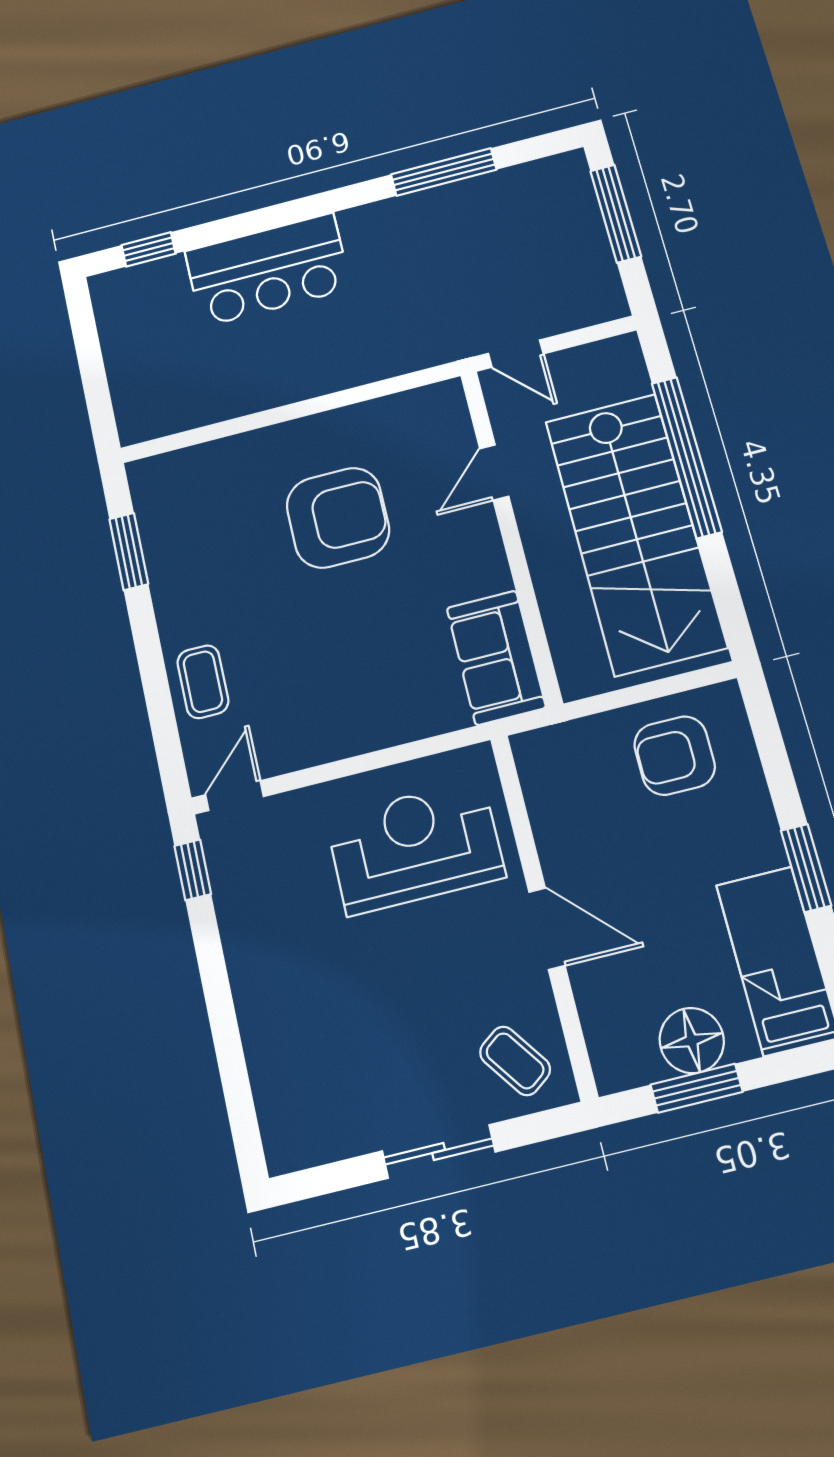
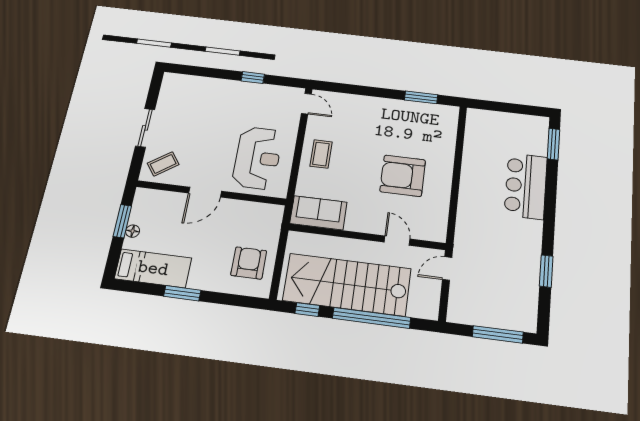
window: (444, 172) -> (546, 271), width x0.69
window: (149, 249) -> (553, 144), width x1.50
armchair: (338, 518) -> (403, 176), turned 90
window: (725, 590) -> (307, 310), added
coffee table: (203, 682) -> (321, 154), moved, turned 90
window: (193, 870) -> (253, 78), moved
floor lamp: (692, 1040) -> (133, 231), width x0.53, depth x0.53

